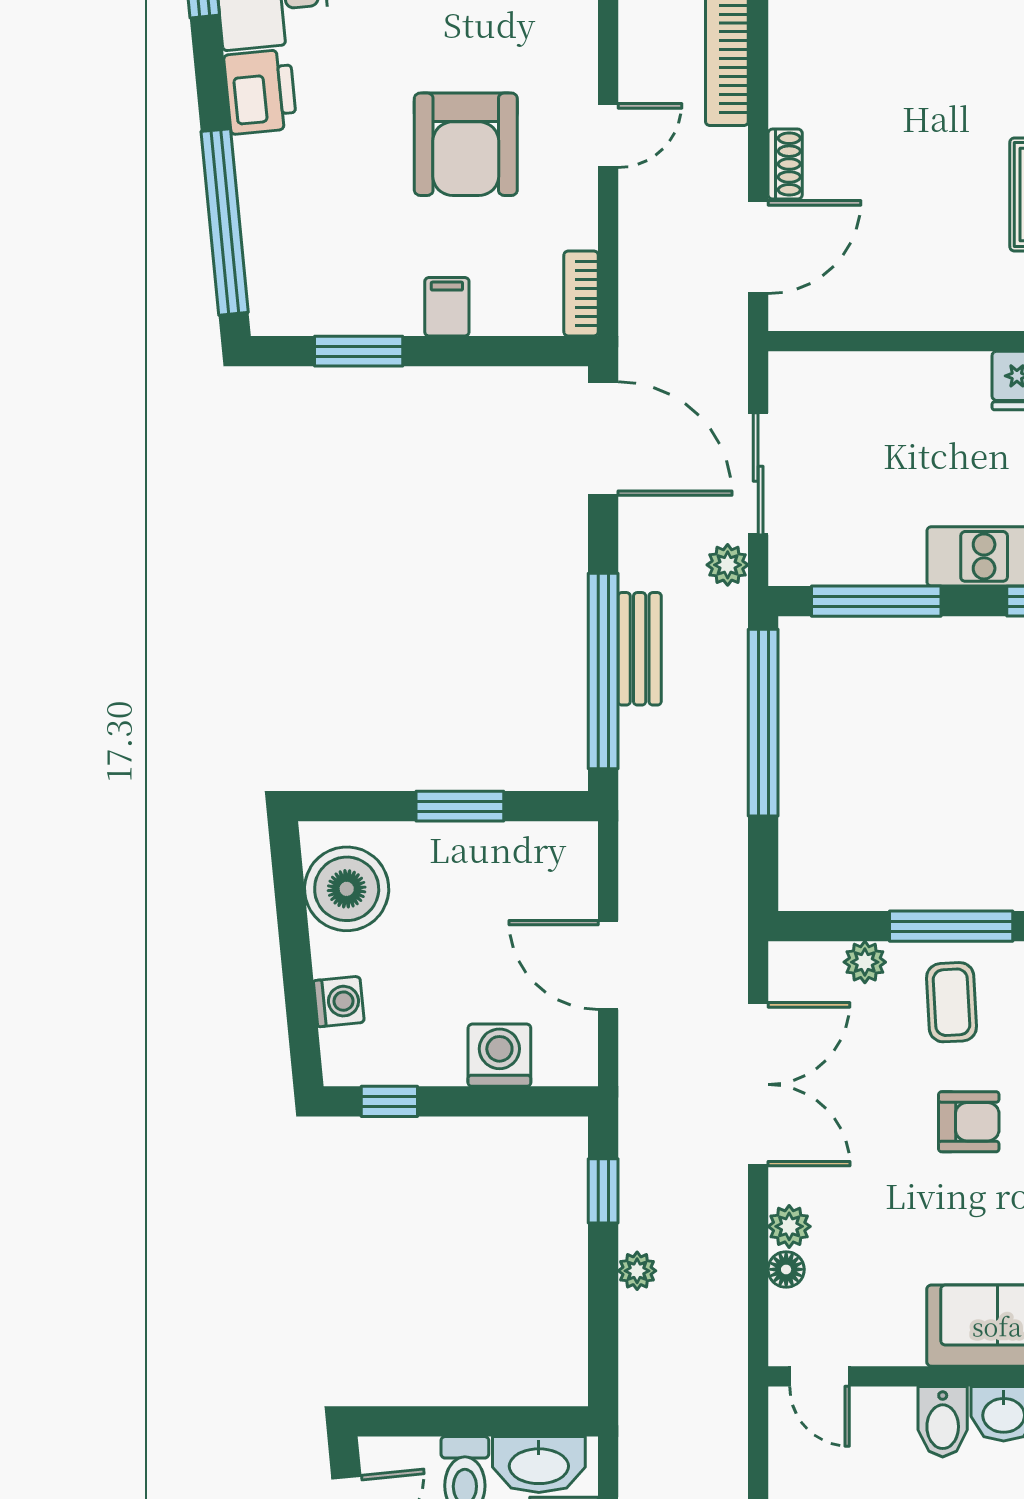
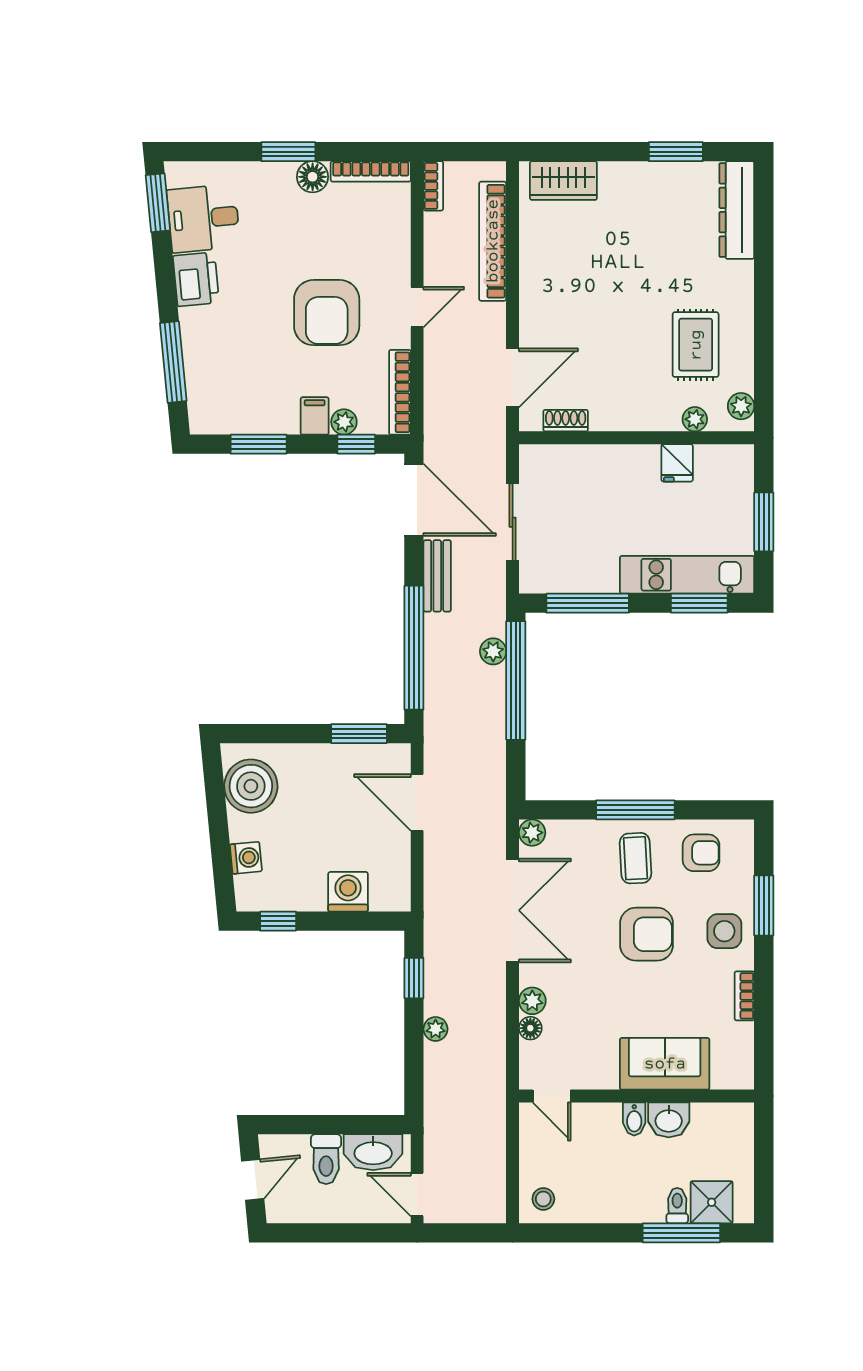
shoe rack: (785, 164) -> (566, 421), moved, turned -90
window: (225, 222) -> (173, 362), width x0.68
bookcase: (581, 293) -> (400, 392), width x1.56
plant: (493, 316) -> (344, 422), added
window: (512, 351) -> (356, 444), added
plant: (728, 565) -> (493, 651), moved
bench: (640, 649) -> (437, 576), moved
window: (460, 806) -> (359, 734), moved
plant: (865, 962) -> (532, 833), moved
door: (608, 965) -> (417, 803), moved
armchair: (969, 1122) -> (646, 934), width x1.38, depth x1.38
bidet: (943, 1422) -> (634, 1119), width x0.72, depth x0.74

